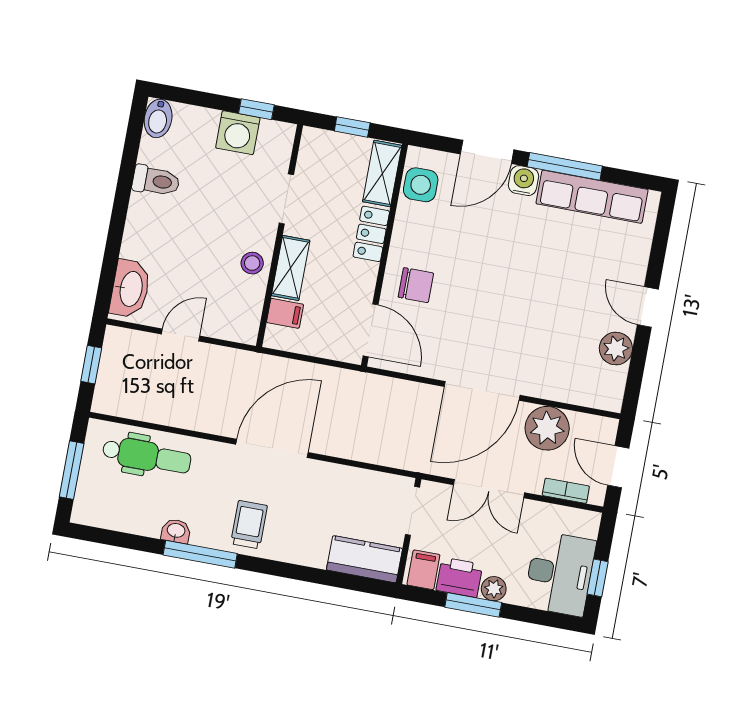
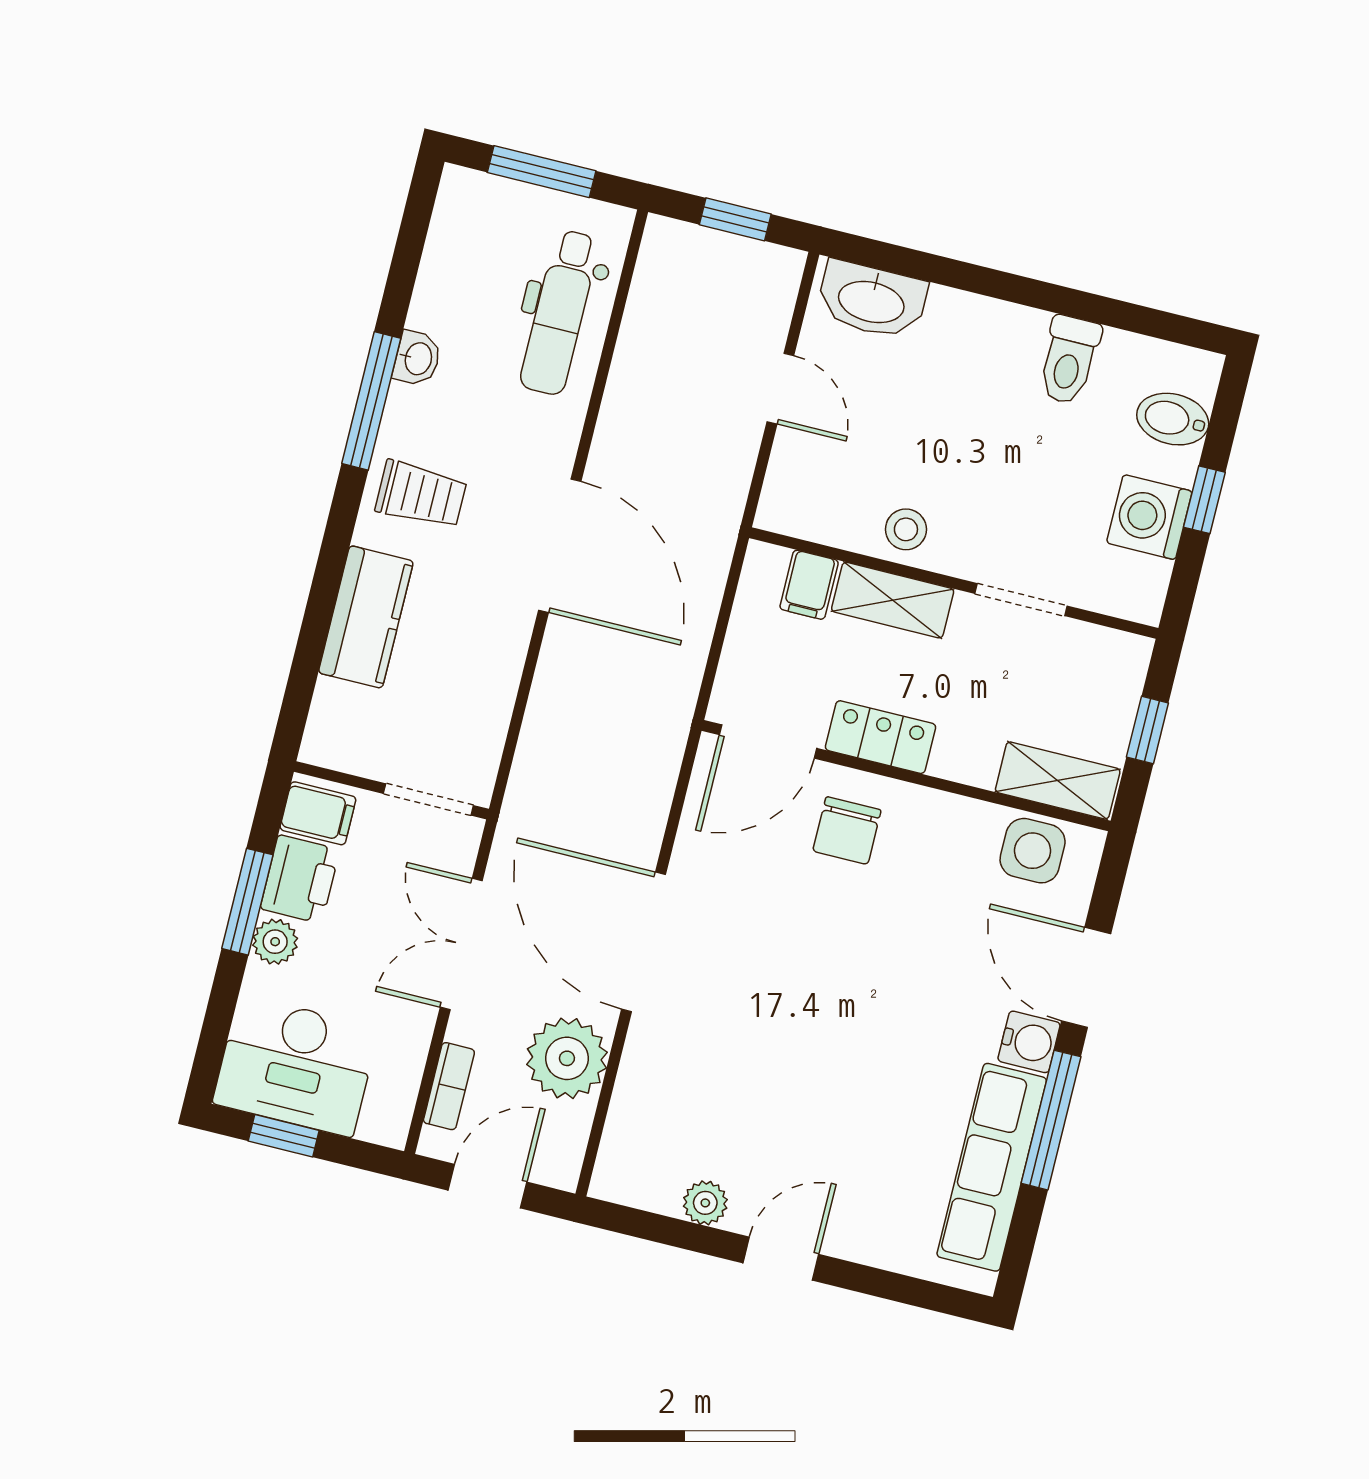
window: (256, 109) -> (1204, 500), moved
bidet: (158, 118) -> (1173, 419), moved
locker: (371, 234) -> (881, 737), moved
plant: (616, 349) -> (705, 1203), width x0.73, depth x0.73
kitchen counter: (365, 559) -> (366, 617), moved

